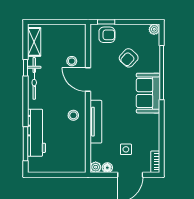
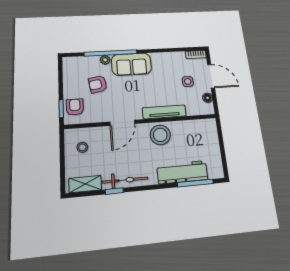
plant: (154, 29) -> (105, 60), moved
armchair: (129, 58) -> (98, 84), turned 127
stool: (72, 61) -> (82, 147), moved
stool: (73, 115) -> (160, 135), width x1.89, depth x1.89
plant: (96, 167) -> (209, 109), removed

